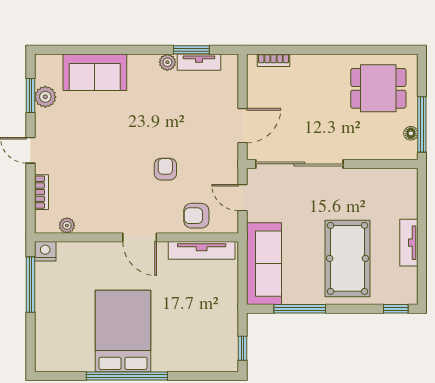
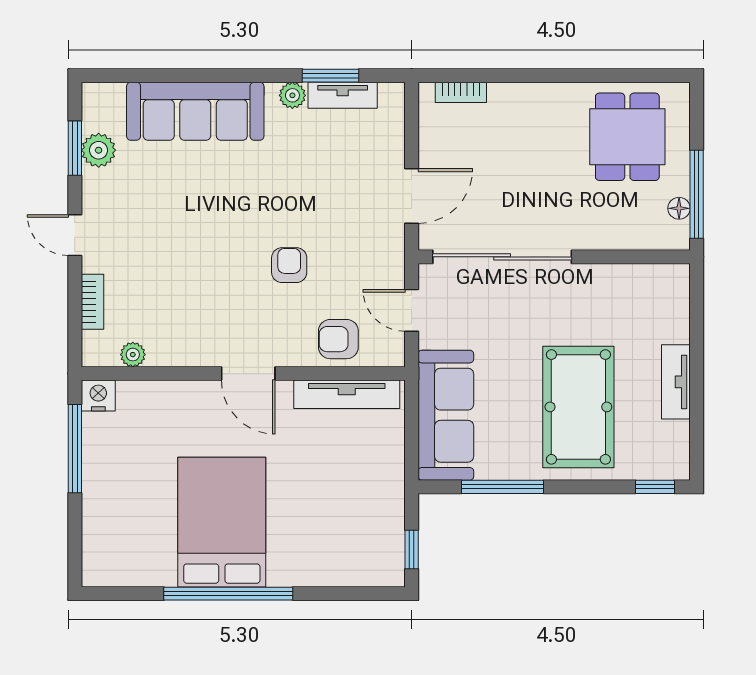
sofa: (95, 72) -> (195, 111), width x1.36
dining table: (378, 88) -> (627, 137), turned 90

